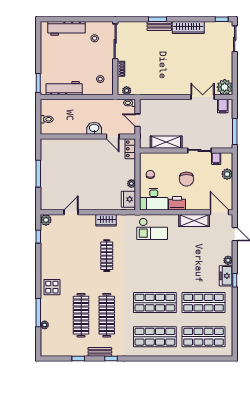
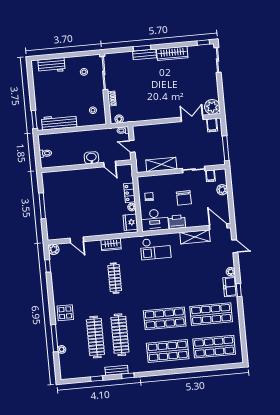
workbench: (67, 28) -> (51, 65), width x0.73
locker: (130, 149) -> (129, 193), moved
door: (71, 212) -> (77, 240), swing flipped

